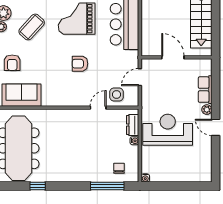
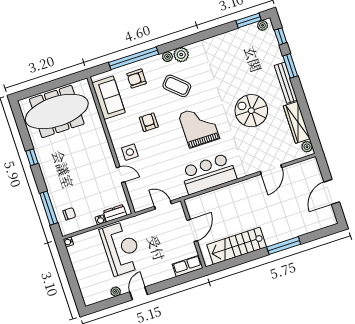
armchair: (80, 64) -> (149, 122), moved
row of seats: (205, 90) -> (188, 266), moved
side table: (117, 95) -> (130, 152), moved
plant: (207, 110) -> (116, 292), moved
window: (38, 186) -> (32, 157), moved

